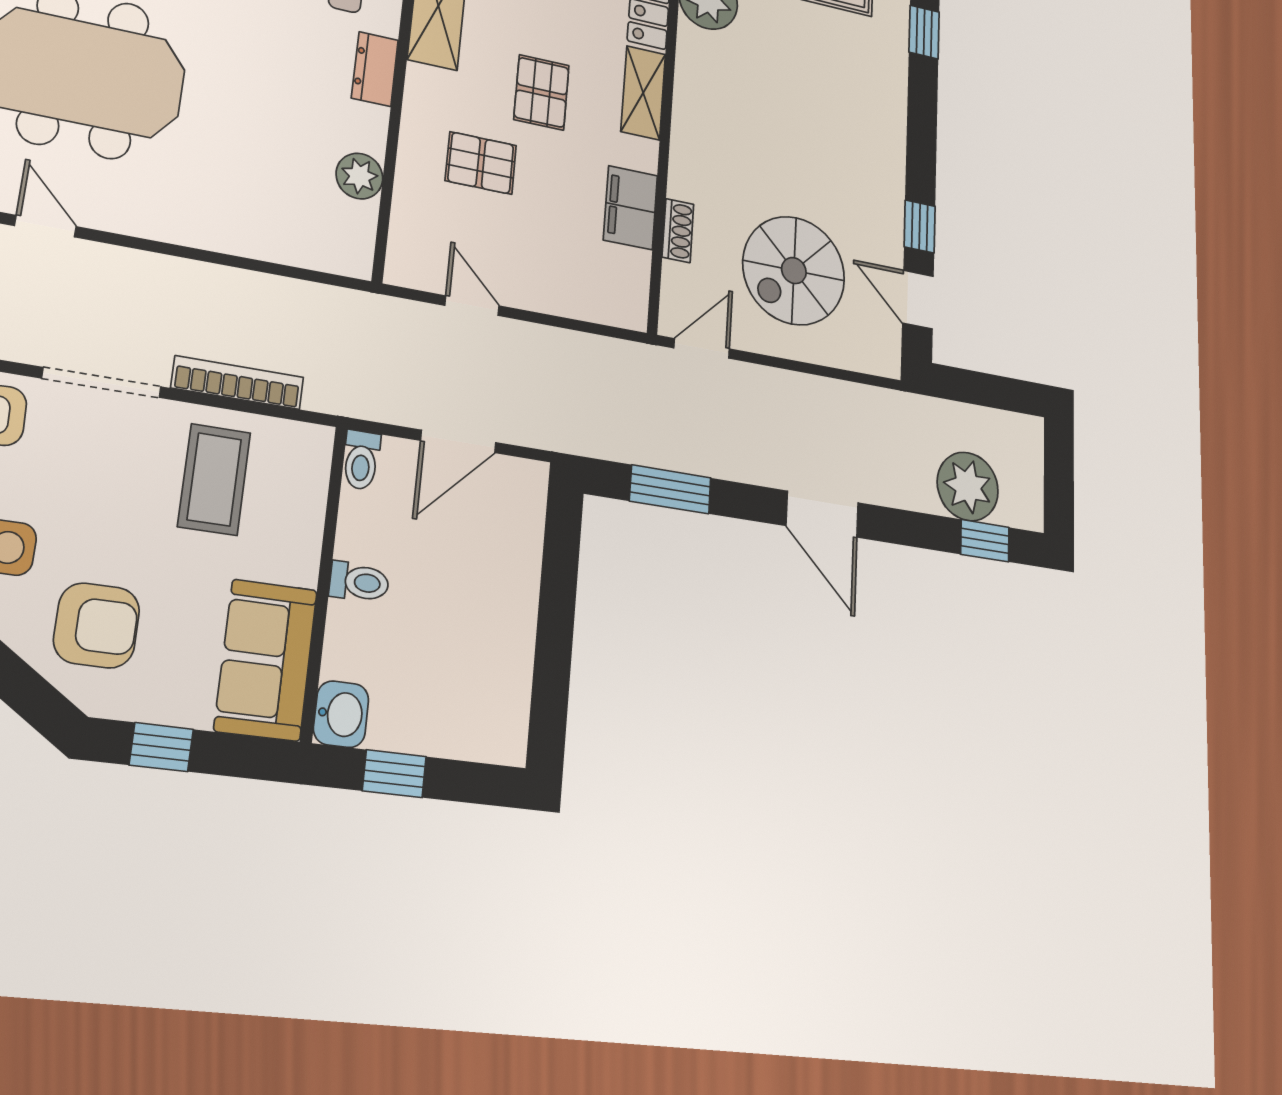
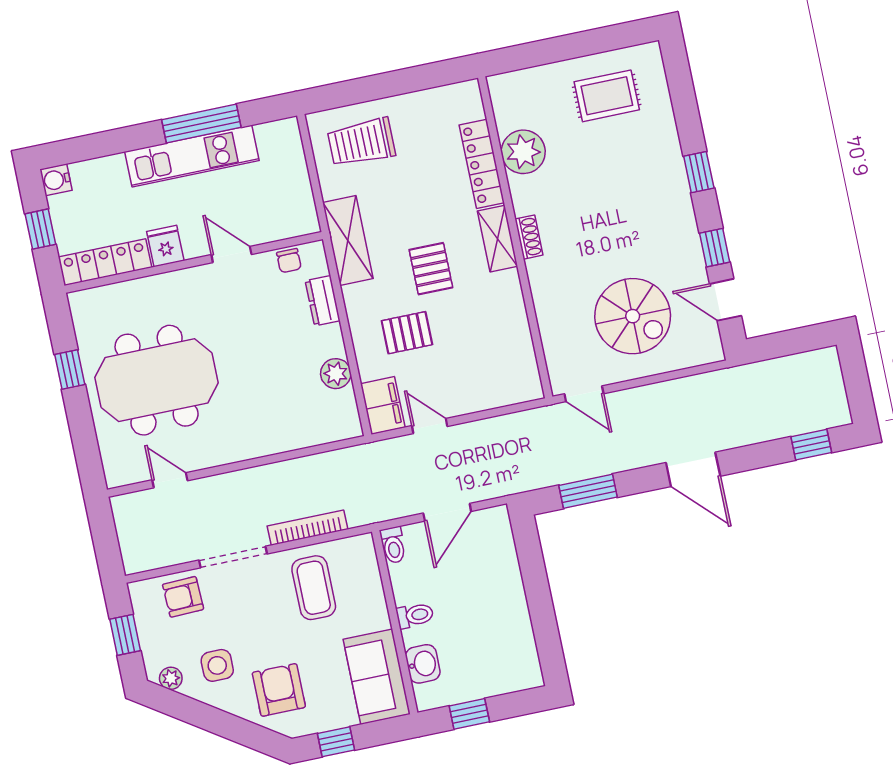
window: (924, 32) -> (699, 172), moved
filing cabinet: (630, 208) -> (383, 406), moved, turned 180
shoe rack: (678, 231) -> (529, 237), moved
spiral stairs: (794, 271) -> (633, 316), turned -90
door: (702, 348) -> (584, 394), swing flipped
plant: (968, 486) -> (791, 413), removed
armchair: (97, 625) -> (279, 690), turned -90
washbasin: (341, 714) -> (423, 664), moved

